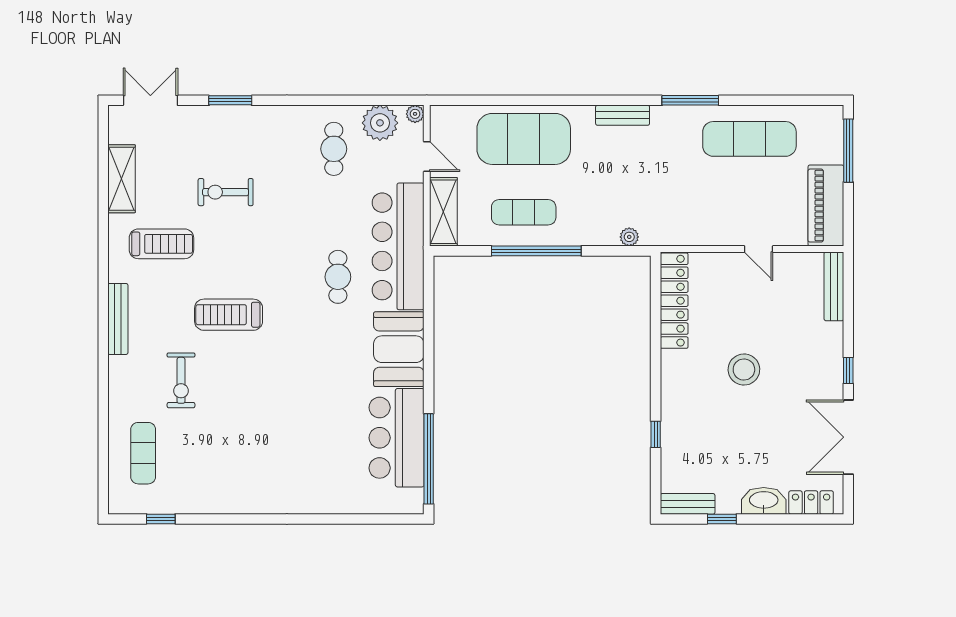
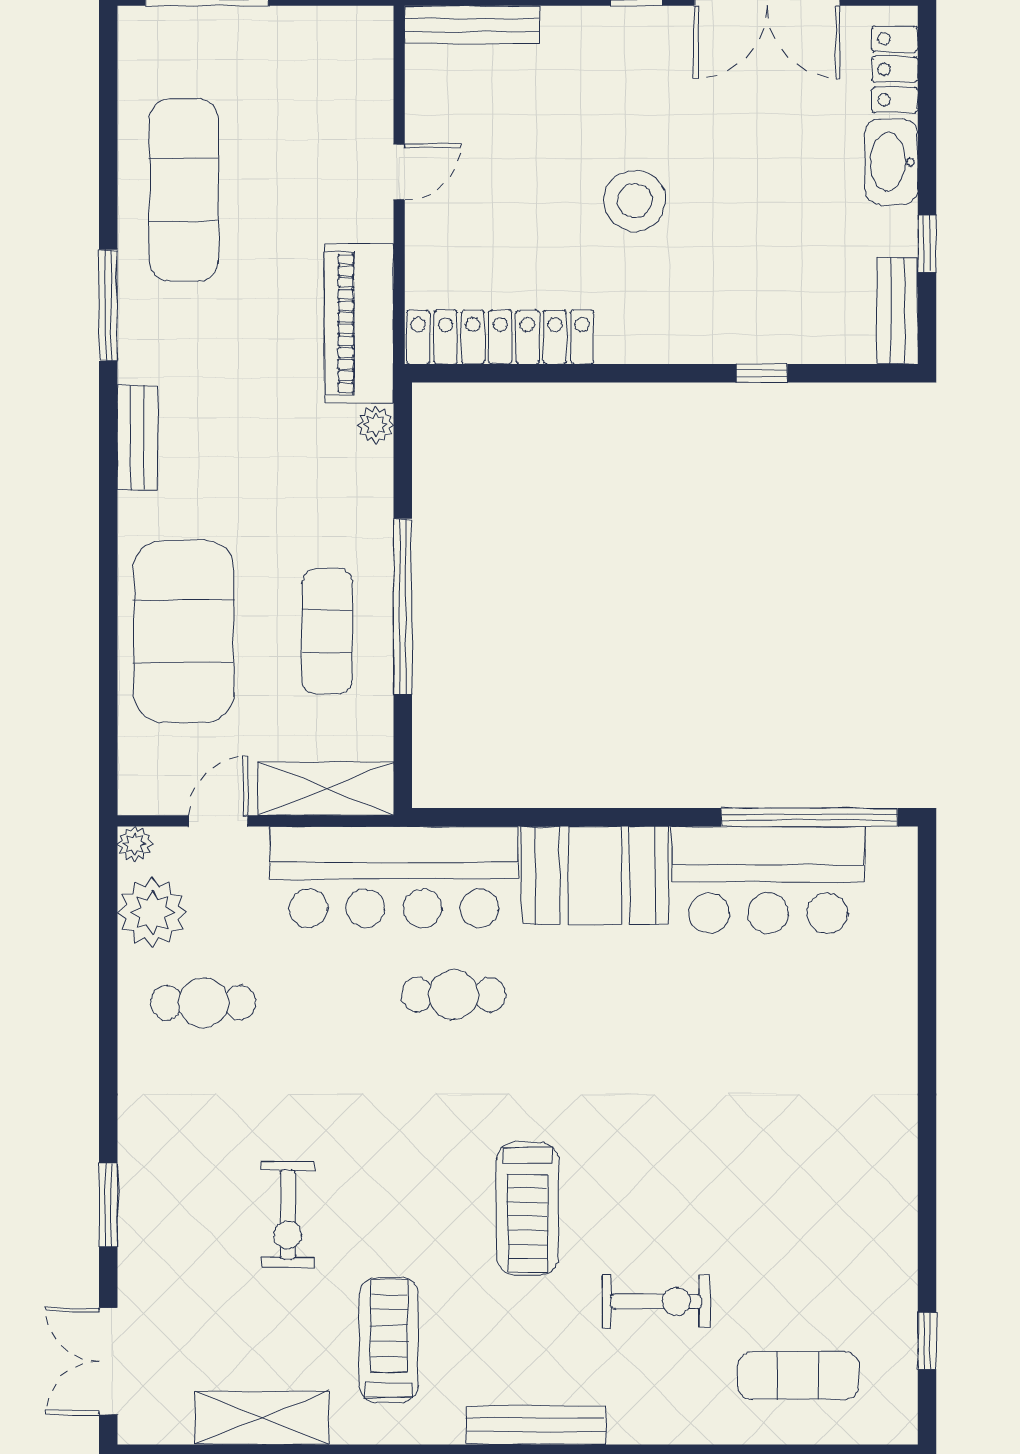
piano: (826, 206) -> (359, 323), moved, turned 90

